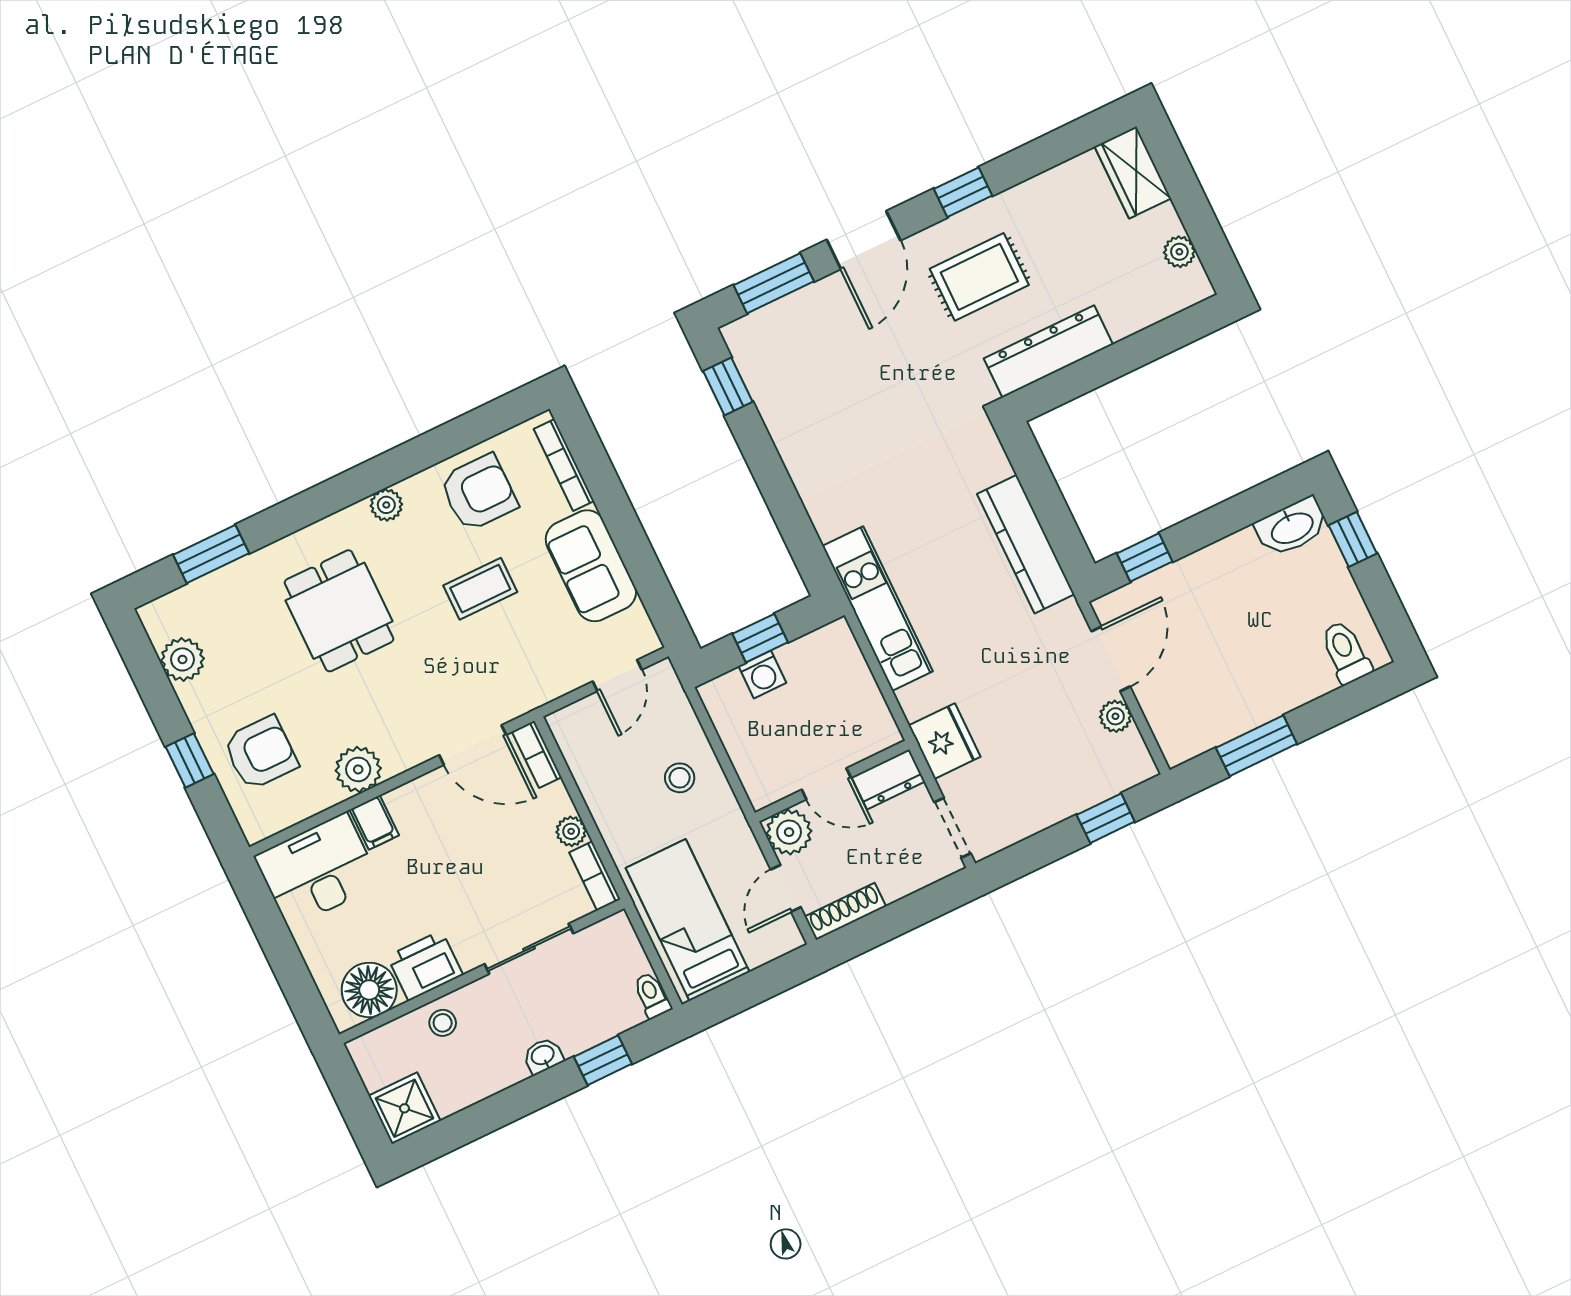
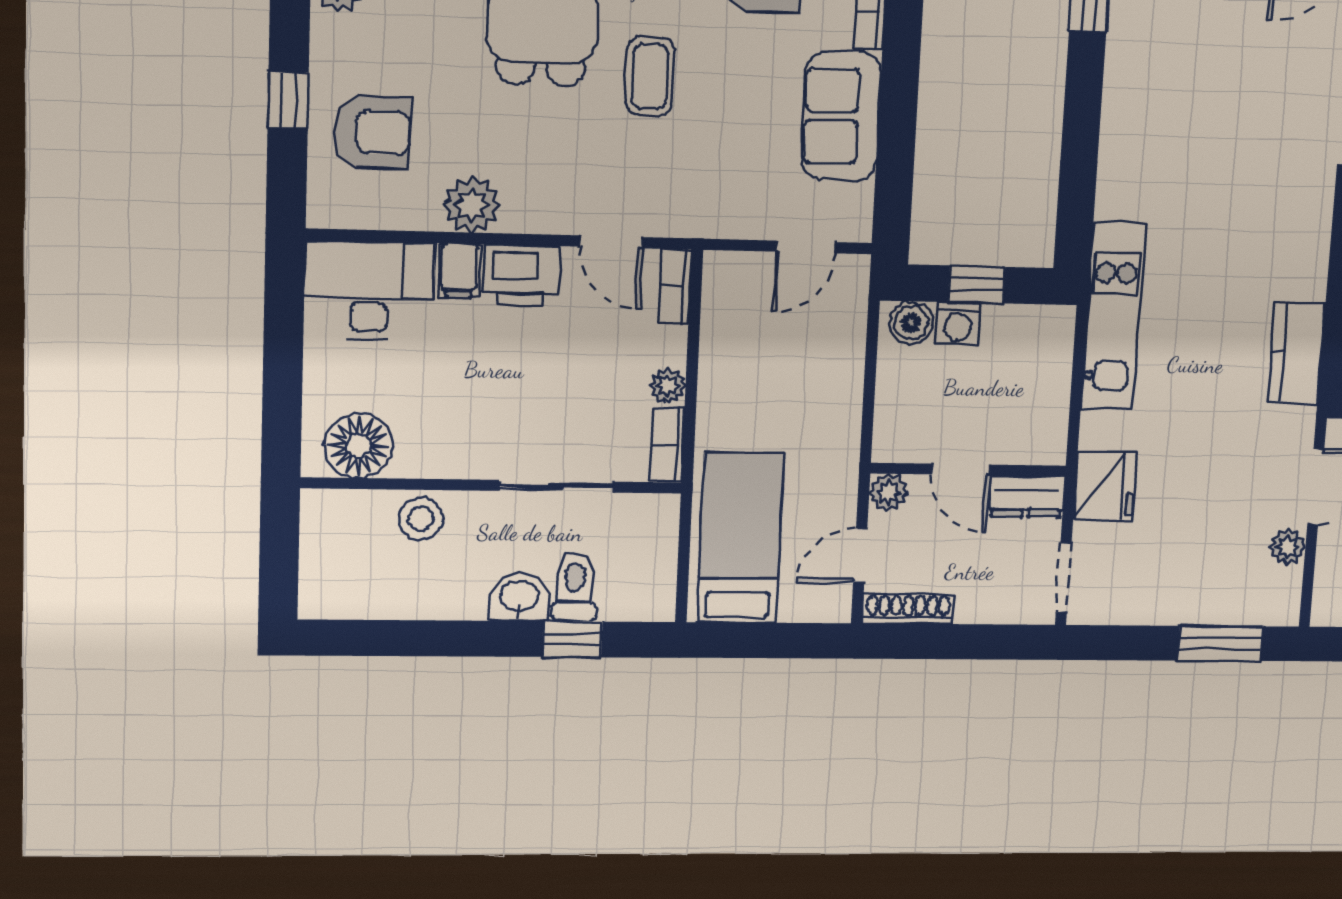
kitchen counter: (1026, 544) -> (1296, 353), width x0.67
coffee table: (480, 589) -> (650, 76), moved, turned 90
boiler: (727, 692) -> (911, 323), added
door: (473, 745) -> (611, 242), width x0.73
stool: (680, 778) -> (813, 387), removed
window: (1106, 818) -> (1220, 643), width x1.50
plant: (789, 832) -> (889, 493), width x0.73, depth x0.73
printer: (425, 966) -> (521, 275), moved, turned 180
toilet: (652, 995) -> (575, 587), moved, width x1.37, depth x1.39
stool: (443, 1023) -> (421, 519), width x1.37, depth x1.37
washbasin: (543, 1056) -> (519, 597), width x1.38, depth x1.45
shower: (404, 1108) -> (331, 588), removed

